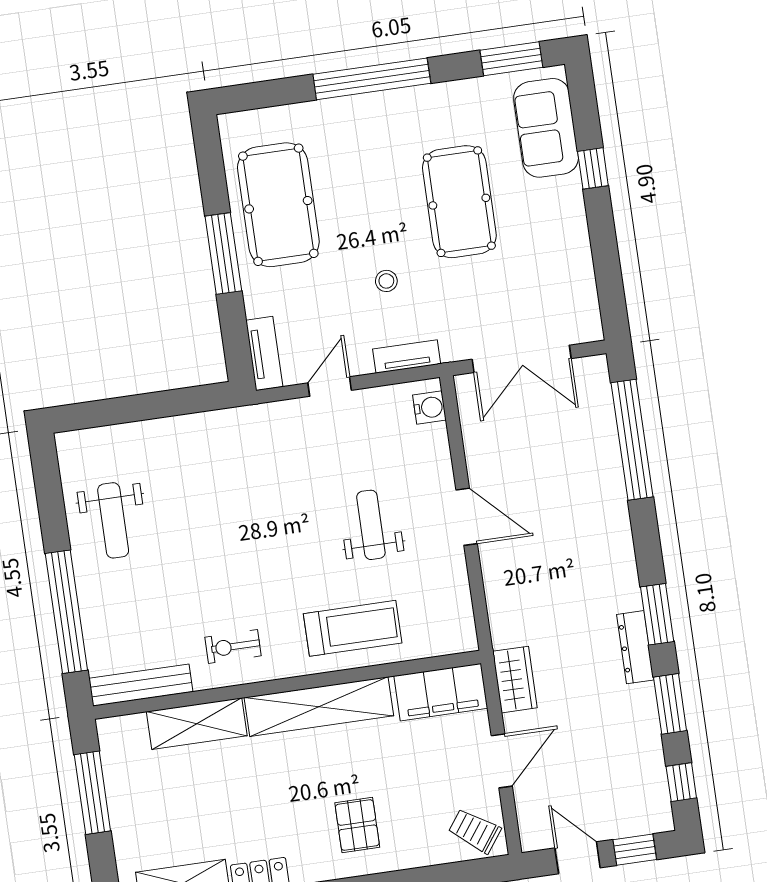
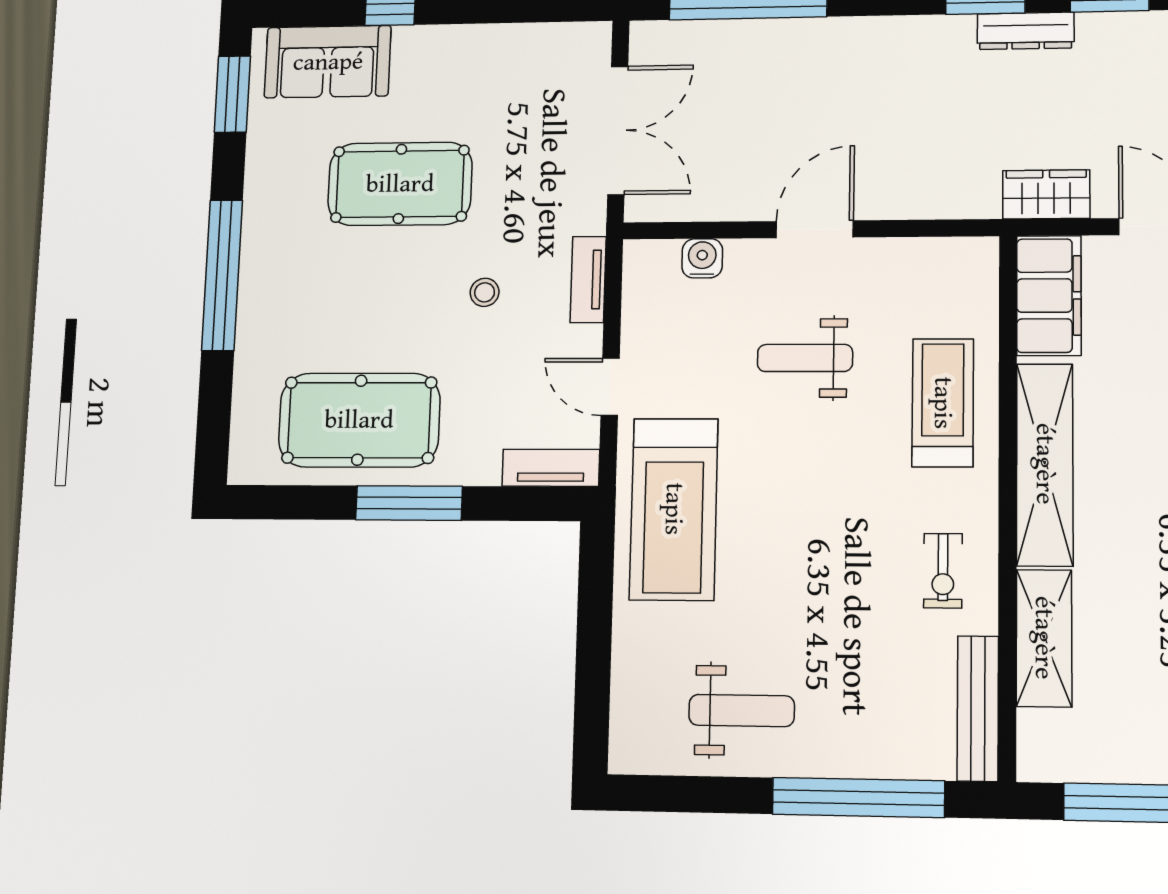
water cooler: (429, 408) -> (702, 258), moved
treadmill: (248, 448) -> (674, 509), added

